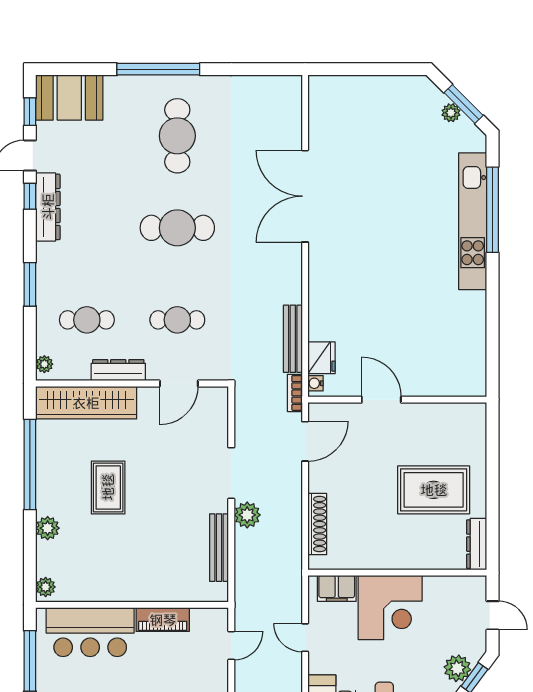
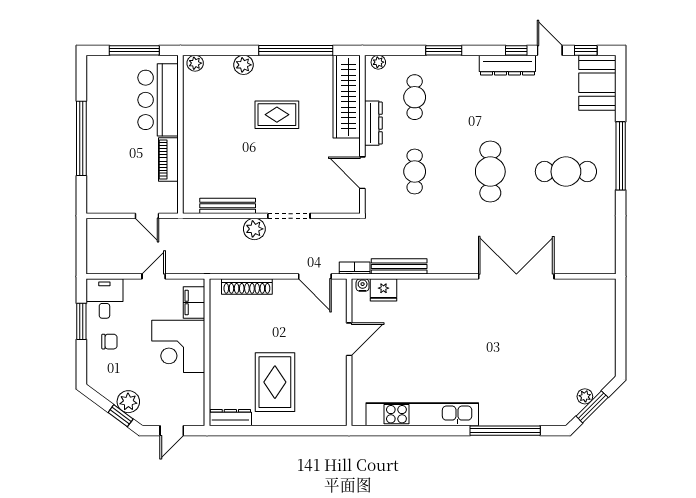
kitchen unit: (473, 221) -> (422, 414), moved

